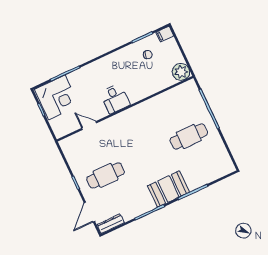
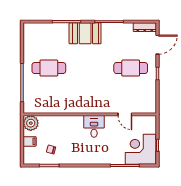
filing cabinet: (165, 34) -> (30, 141), moved

